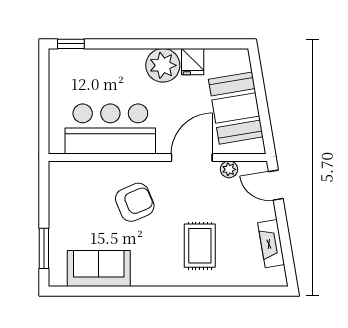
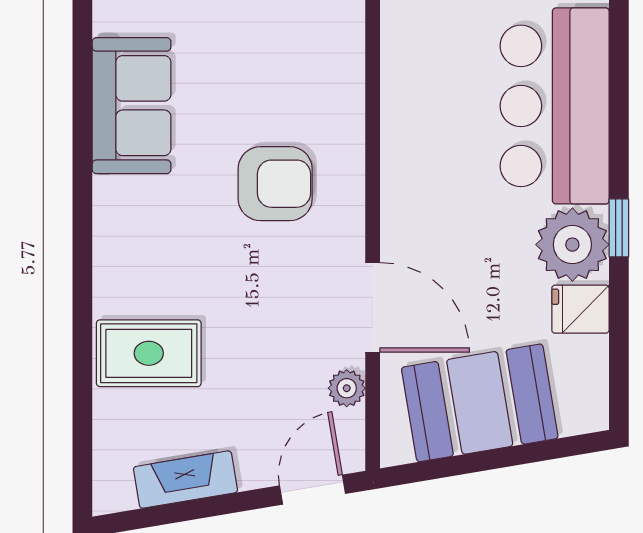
window: (71, 44) -> (619, 228), moved
bar counter: (110, 129) -> (555, 106), moved, turned 180
armchair: (135, 202) -> (275, 184), turned -67
rug: (200, 246) -> (149, 353), moved

